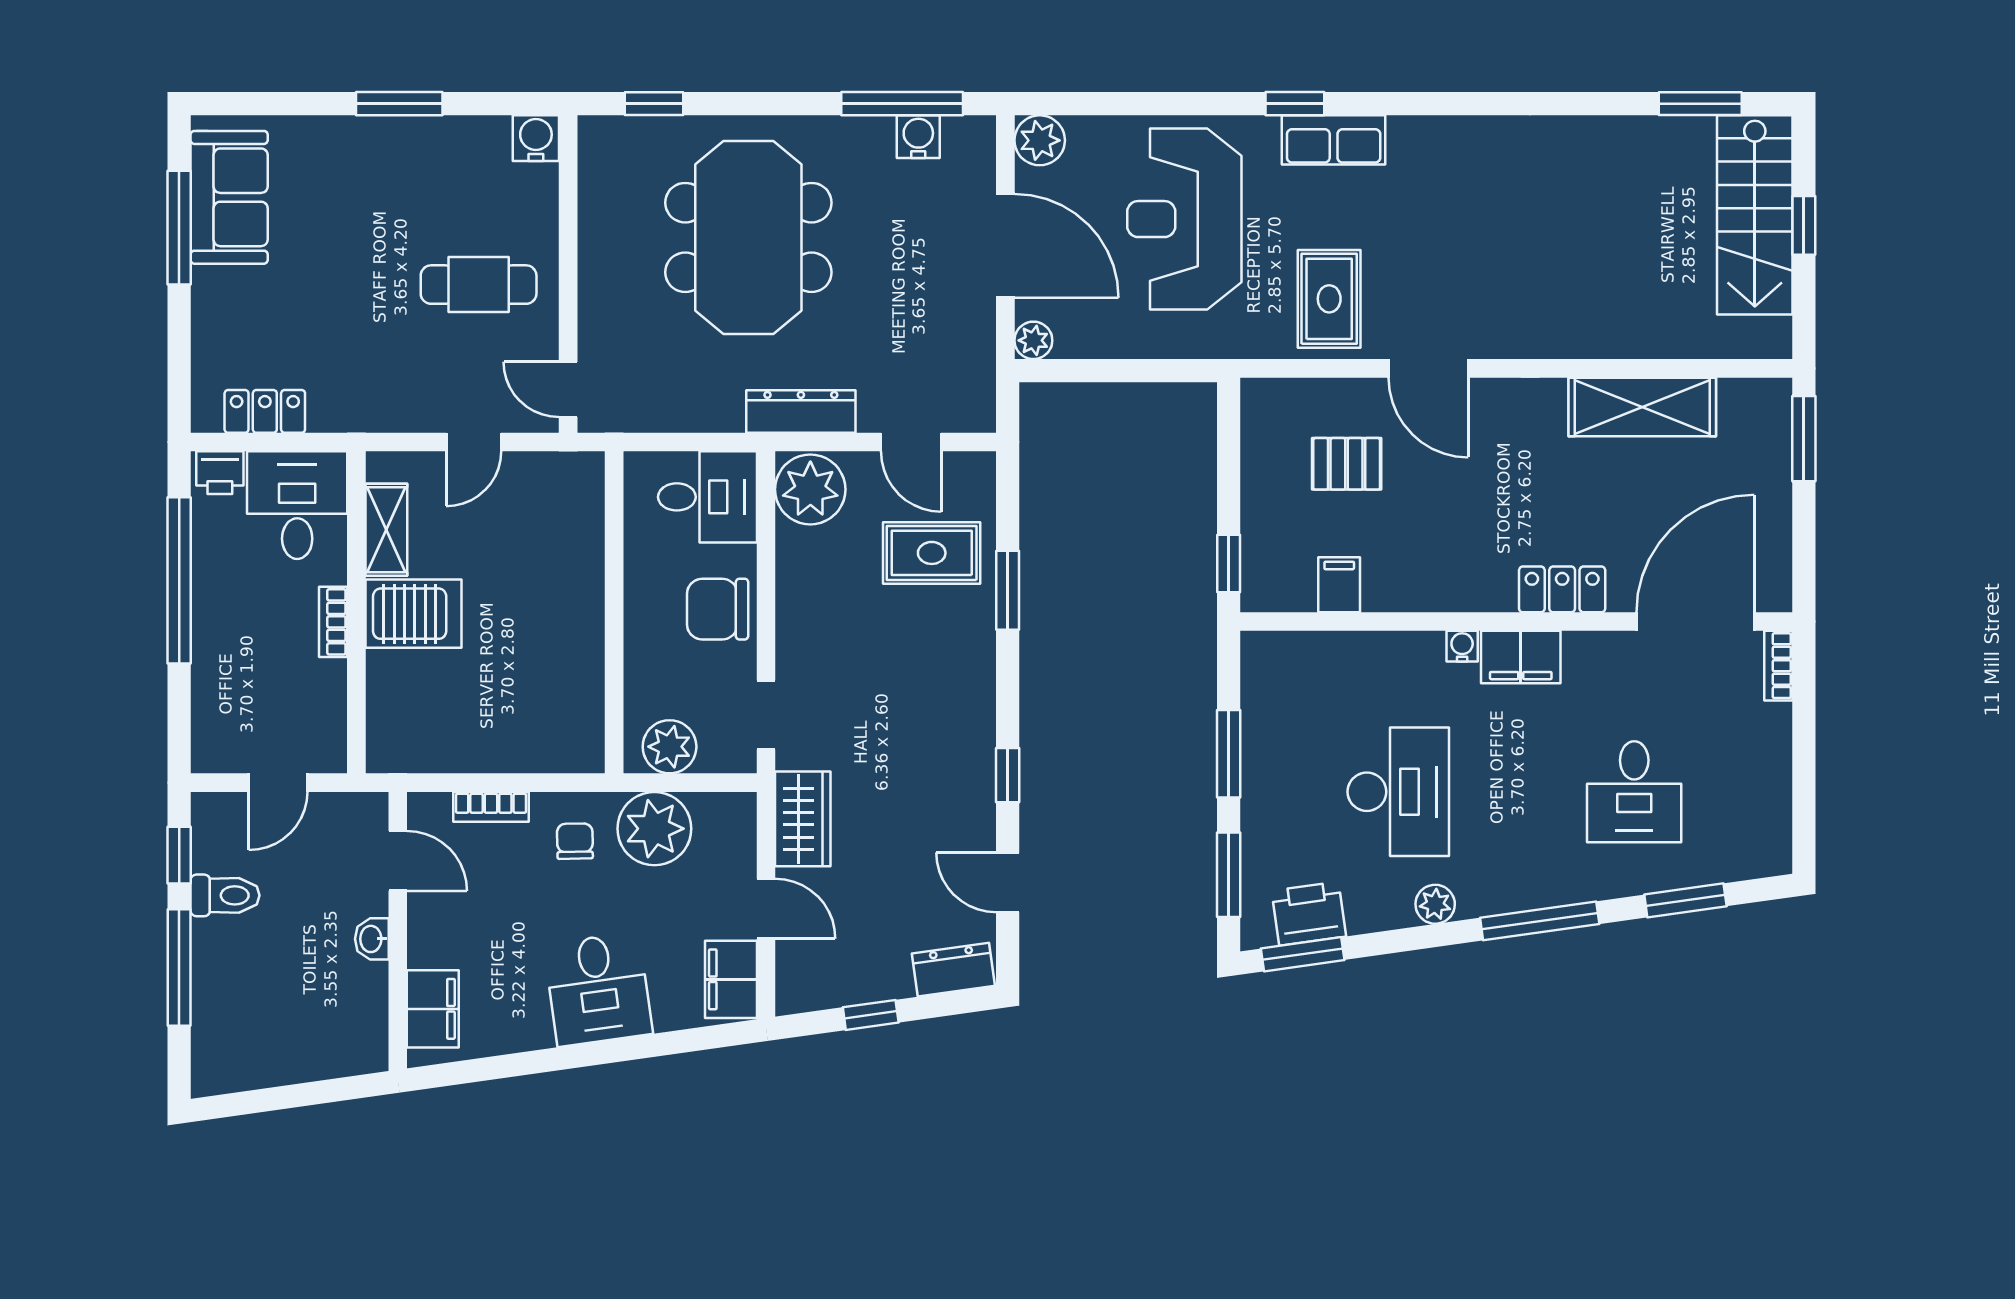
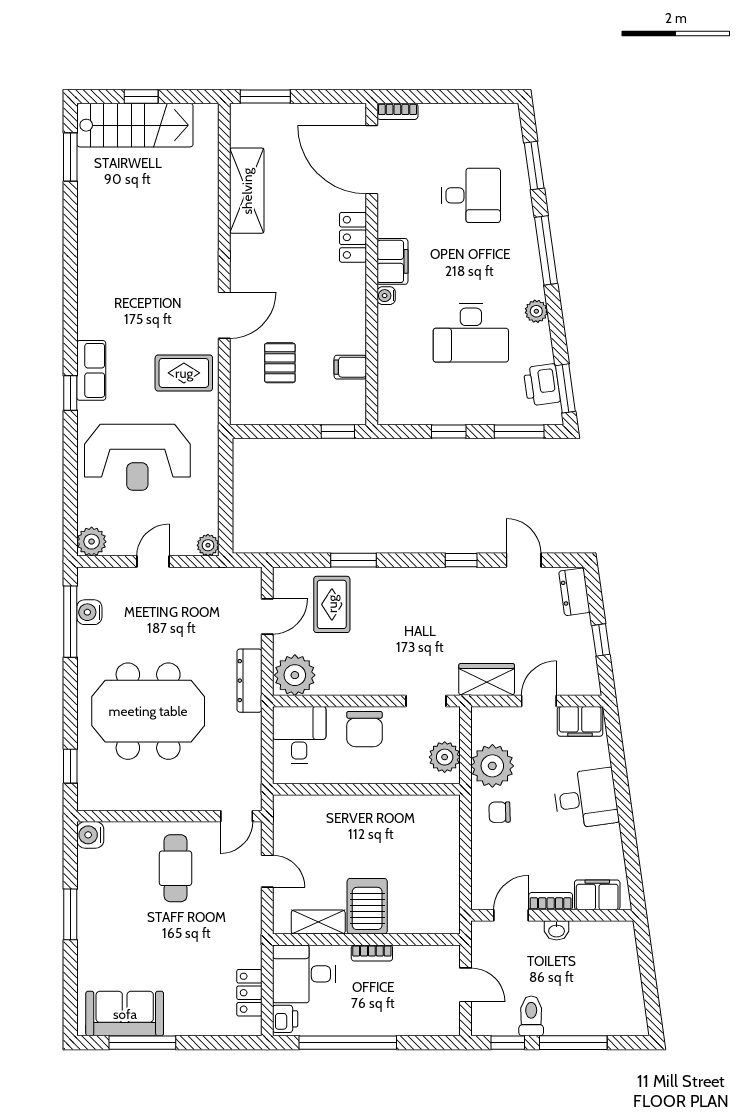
door: (1005, 246) -> (153, 562), width x0.53
window: (1229, 754) -> (449, 432), width x0.67
desk: (1398, 792) -> (471, 333), turned 180
bookcase: (491, 807) -> (551, 901), moved, turned -90
door: (1008, 882) -> (524, 560), swing flipped

